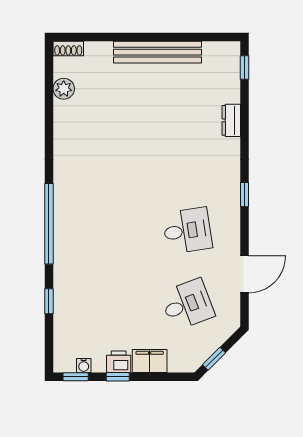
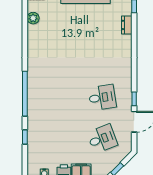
dresser: (231, 120) -> (127, 25), moved
window: (245, 195) -> (134, 99), moved

